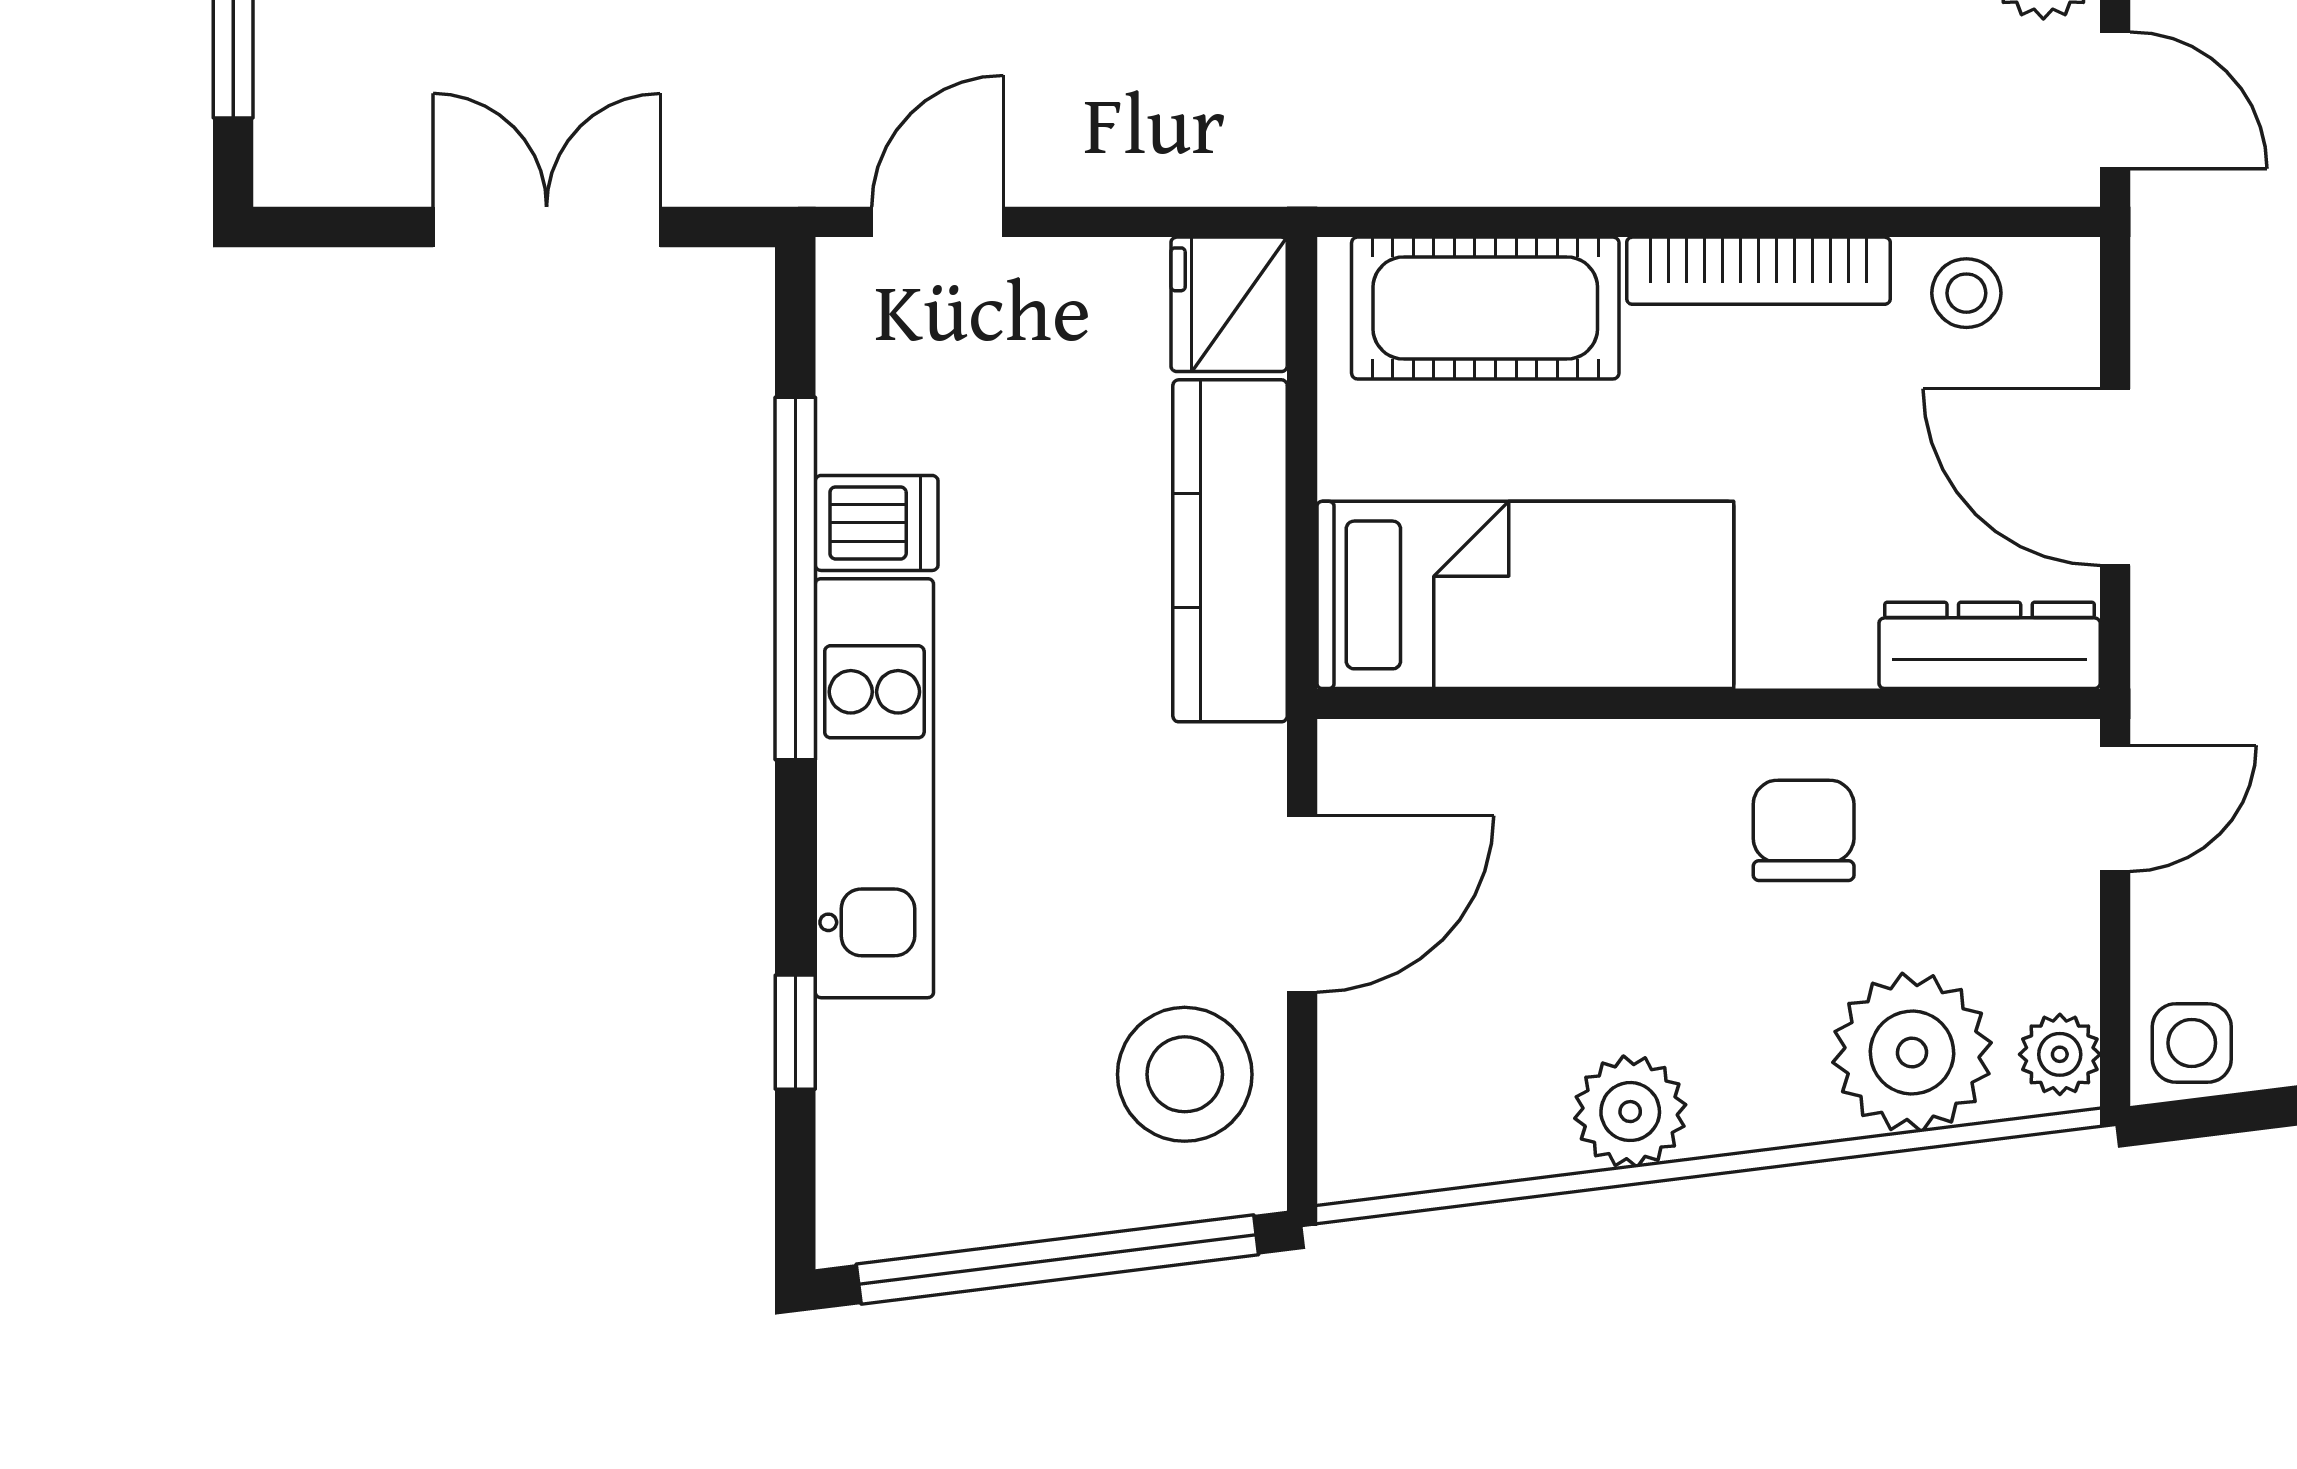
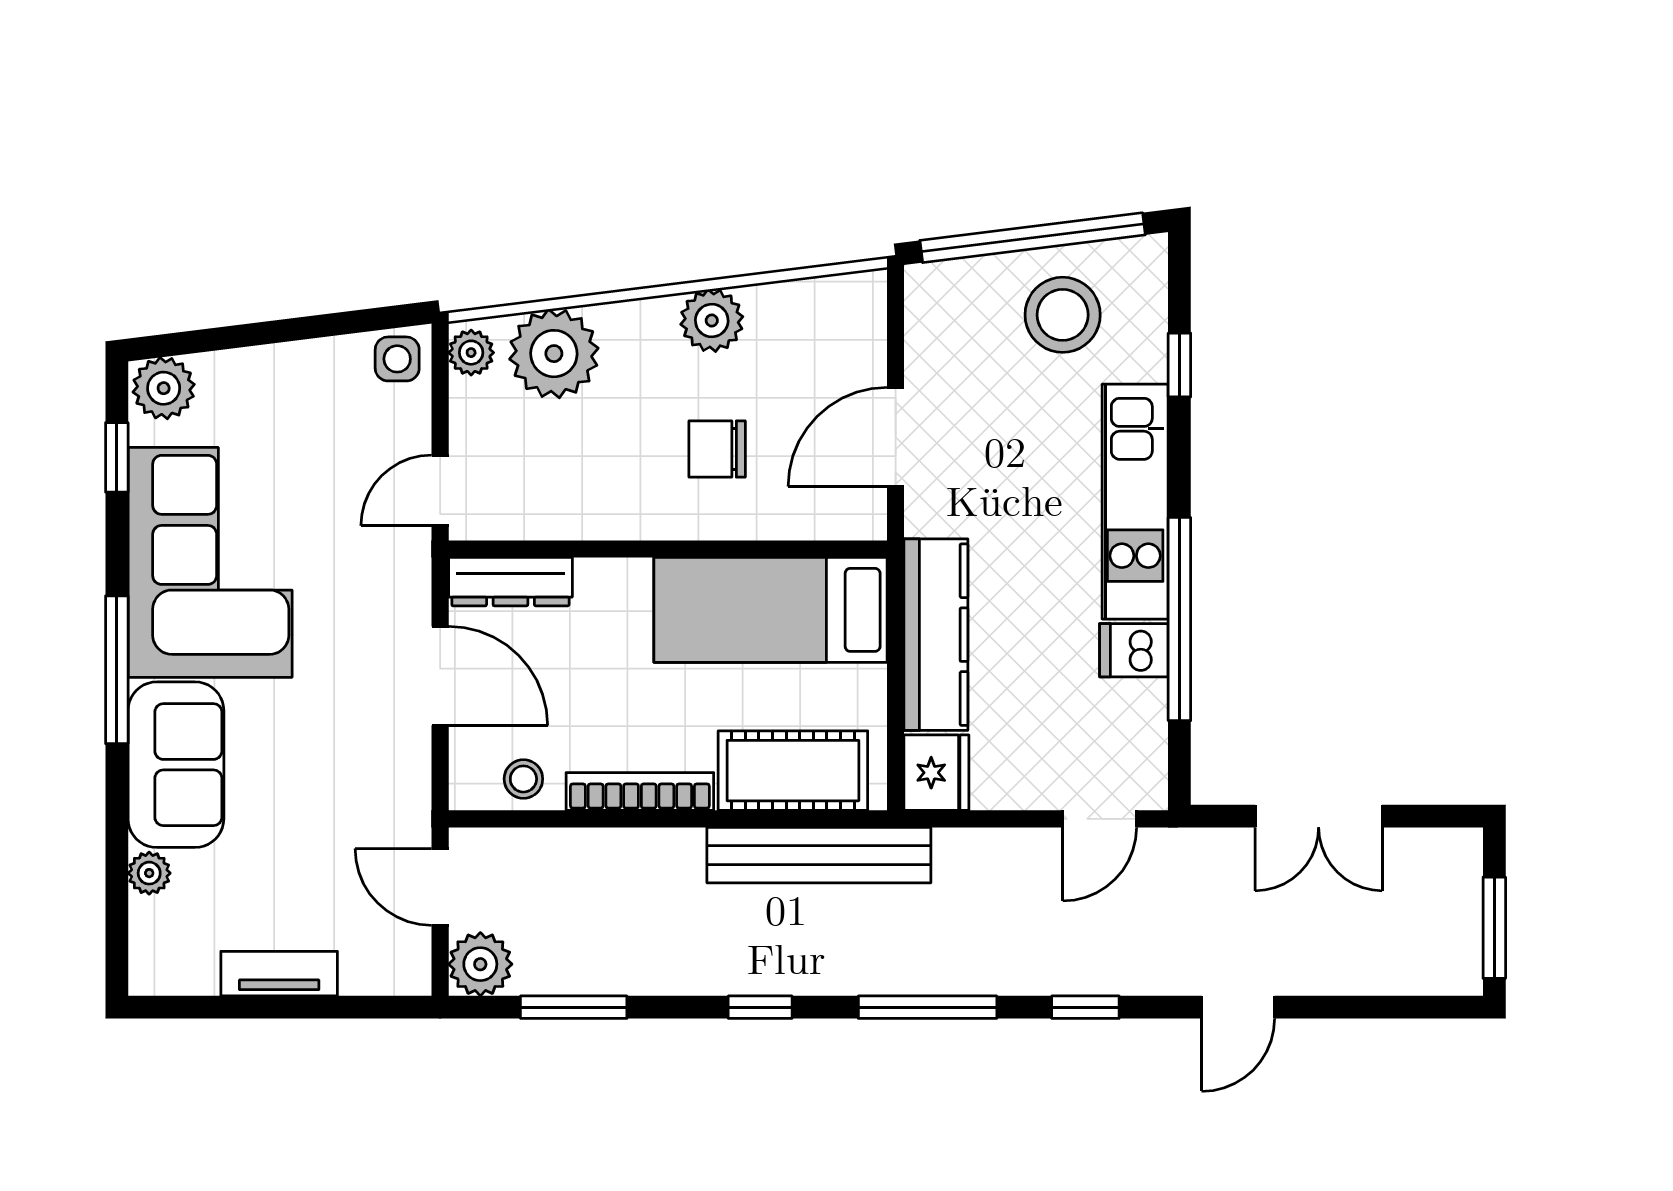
bench: (1439, 157) -> (819, 855), added
chair: (1804, 830) -> (717, 449), moved, turned 90
stool: (1185, 1074) -> (1063, 315), moved

